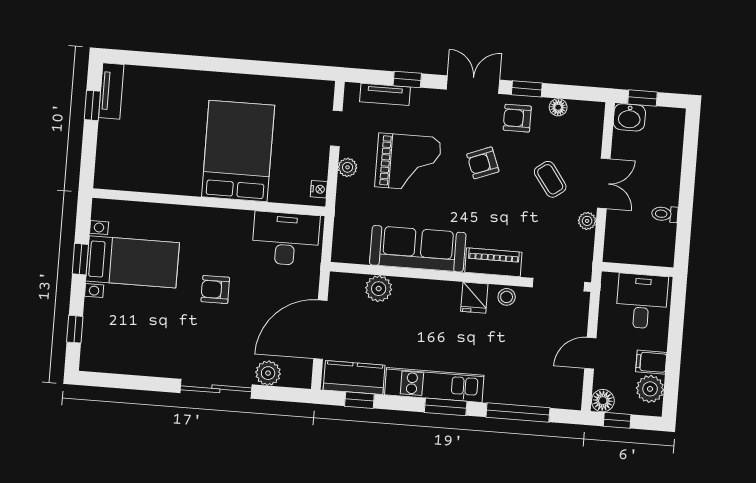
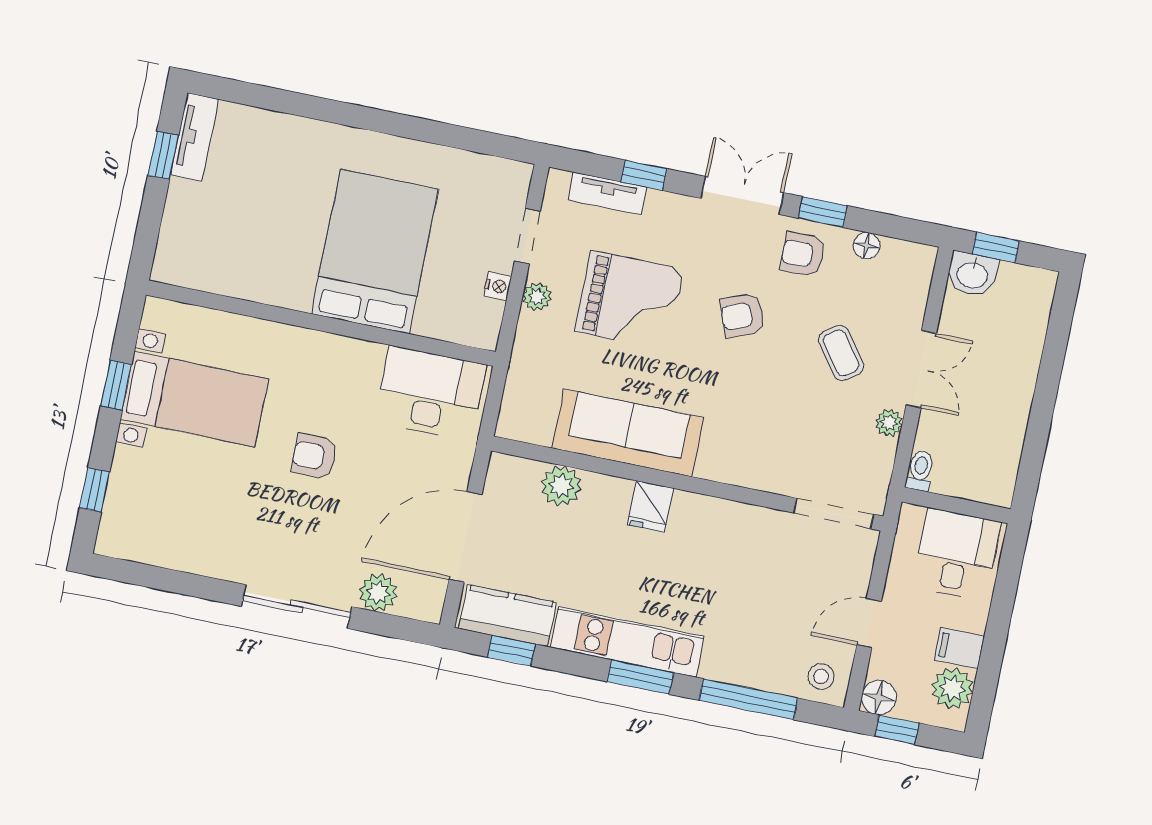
nightstand: (319, 189) -> (497, 286), moved
toilet: (665, 214) -> (920, 471), moved, turned 90
piano: (493, 262) -> (740, 468), removed
stool: (507, 297) -> (821, 676), moved
fridge: (474, 298) -> (650, 506), moved

